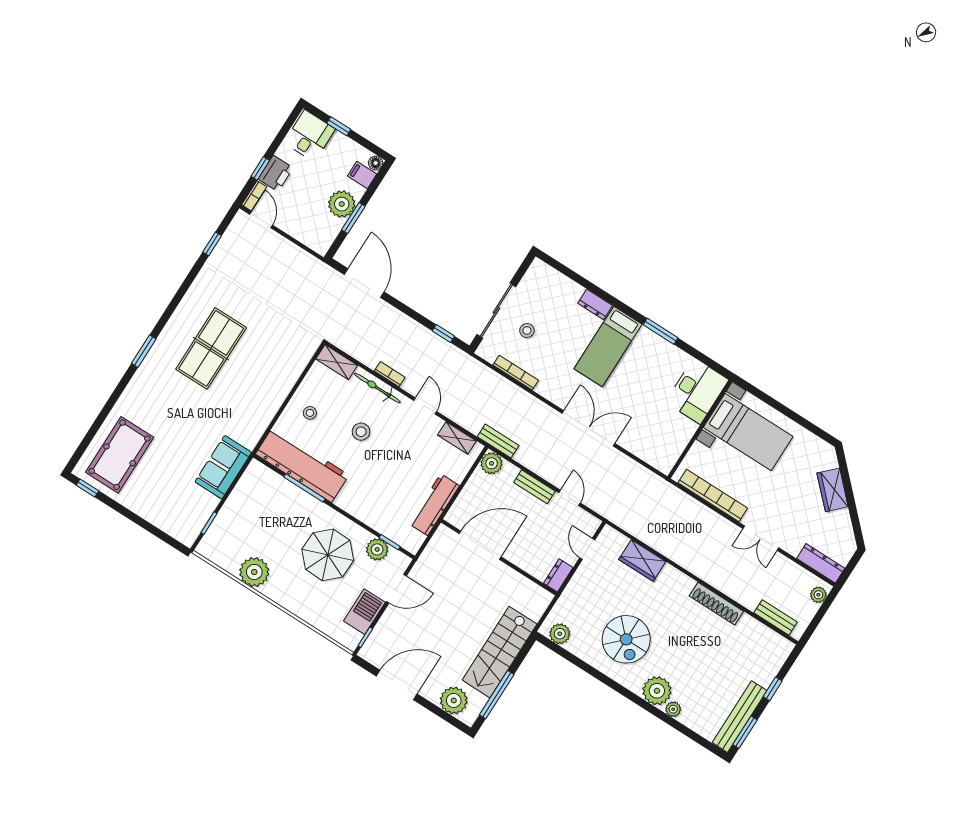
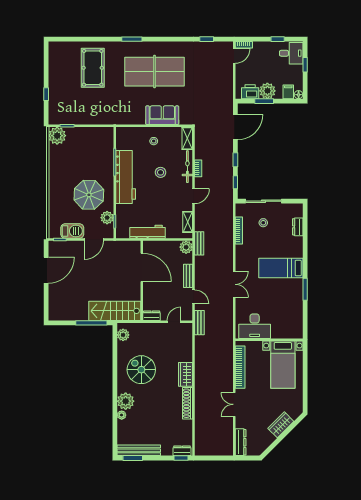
window: (260, 168) -> (278, 39), moved
printer: (276, 173) -> (250, 92), moved, turned 180
dresser: (595, 304) -> (298, 227), moved
window: (411, 313) -> (235, 160), added
table tennis table: (211, 348) -> (154, 72), width x1.36, depth x1.32
desk: (697, 391) -> (255, 326), moved
double door: (589, 428) -> (234, 284), width x0.73
pool table: (120, 455) -> (93, 68), moved, turned 90
workbench: (302, 465) -> (126, 177), moved
sofa: (223, 467) -> (162, 115), moved
window: (87, 488) -> (46, 94), moved
door: (570, 498) -> (194, 297), hinge flipped
wardrobe: (642, 560) -> (186, 374), moved
plant: (254, 572) -> (57, 136), moved
door: (396, 589) -> (94, 240), hinge flipped
plant: (818, 595) -> (224, 451), removed
bench: (776, 617) -> (199, 323), moved
spiral stairs: (626, 639) -> (141, 370), turned 90
stairs: (500, 652) -> (115, 311), moved
dresser: (780, 655) -> (182, 451), added
door: (397, 685) -> (46, 270), hinge flipped
window: (773, 689) -> (181, 458), moved
window: (497, 695) -> (91, 323), moved
plant: (454, 700) -> (56, 303), removed

